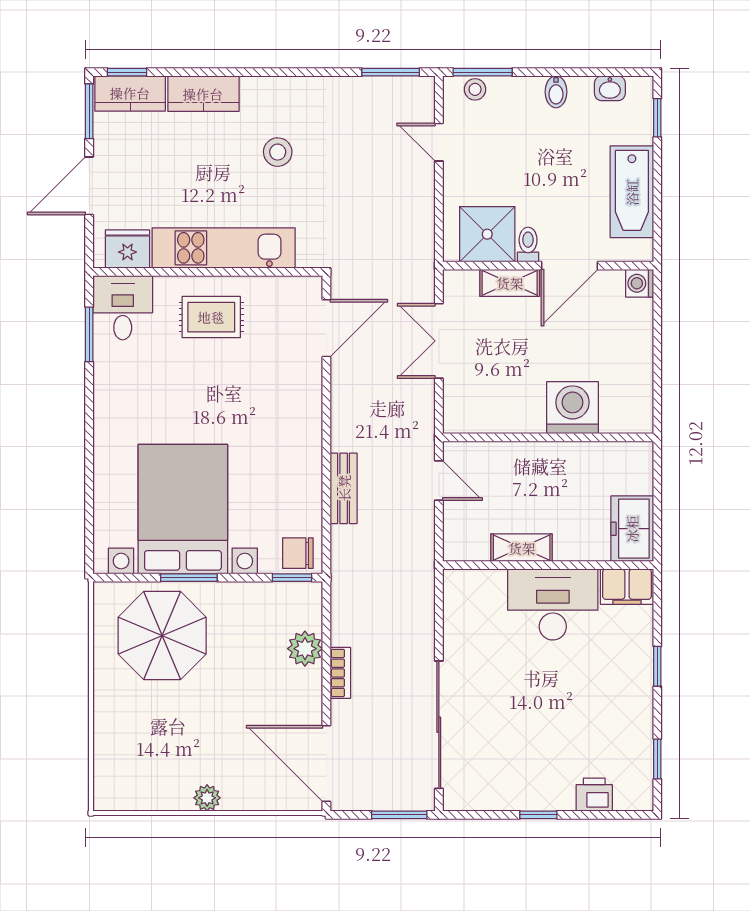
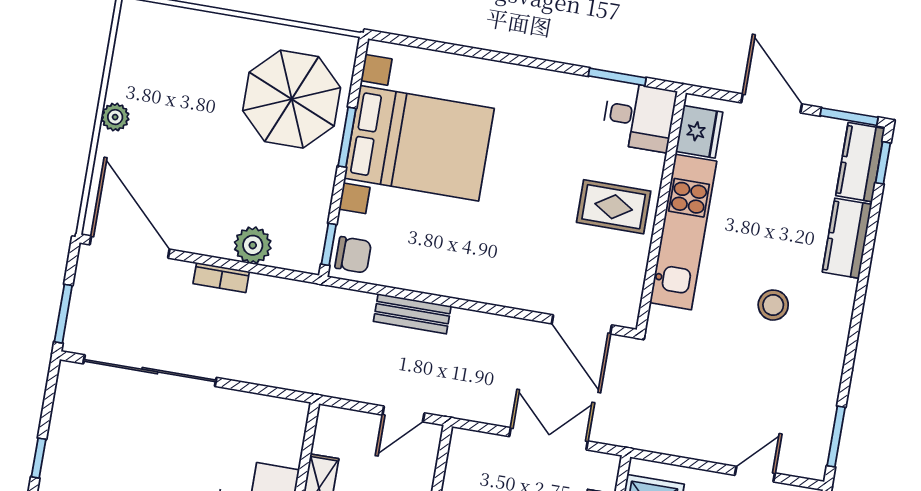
rug: (211, 317) -> (614, 207), turned 90
chair: (298, 553) -> (353, 255), turned 90
door: (326, 764) -> (130, 247), hinge flipped

